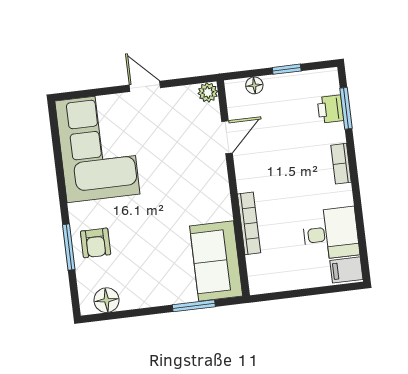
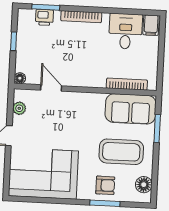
floor lamp: (254, 85) -> (20, 78), moved
plant: (208, 92) -> (19, 108), moved
bookcase: (341, 164) -> (81, 17), width x1.56
bookcase: (249, 223) -> (127, 84), moved
coffee table: (150, 258) -> (121, 152), added

